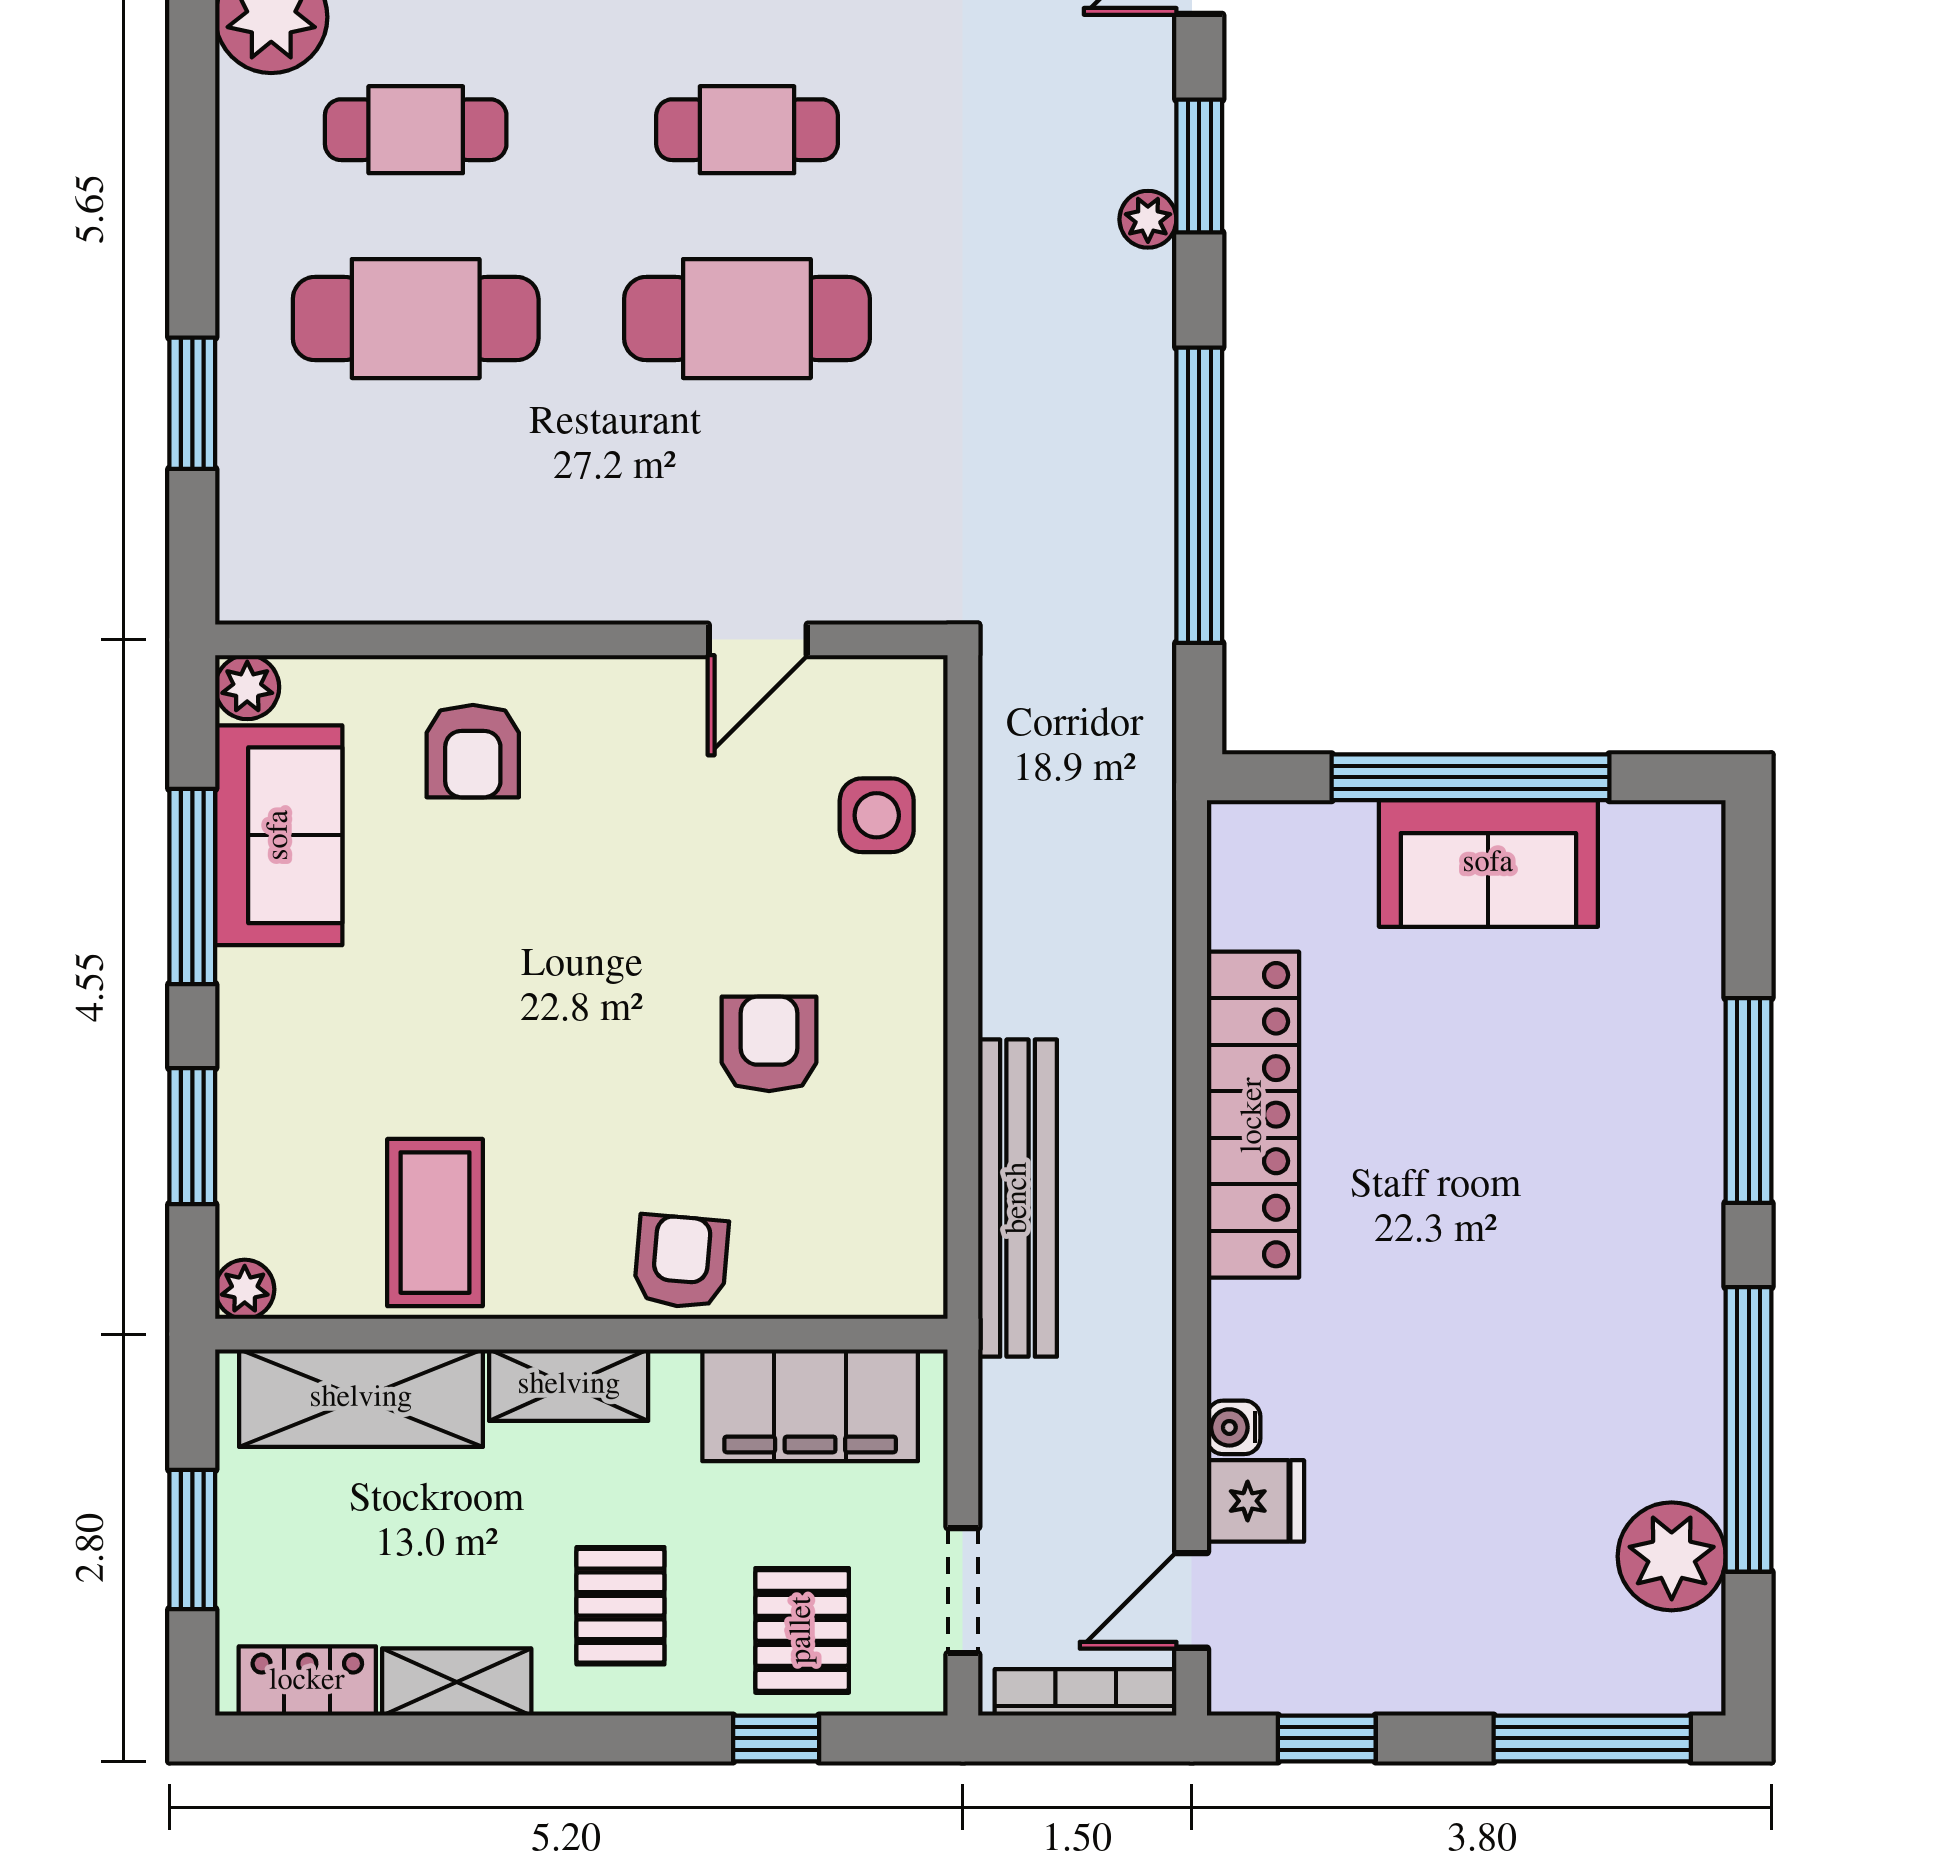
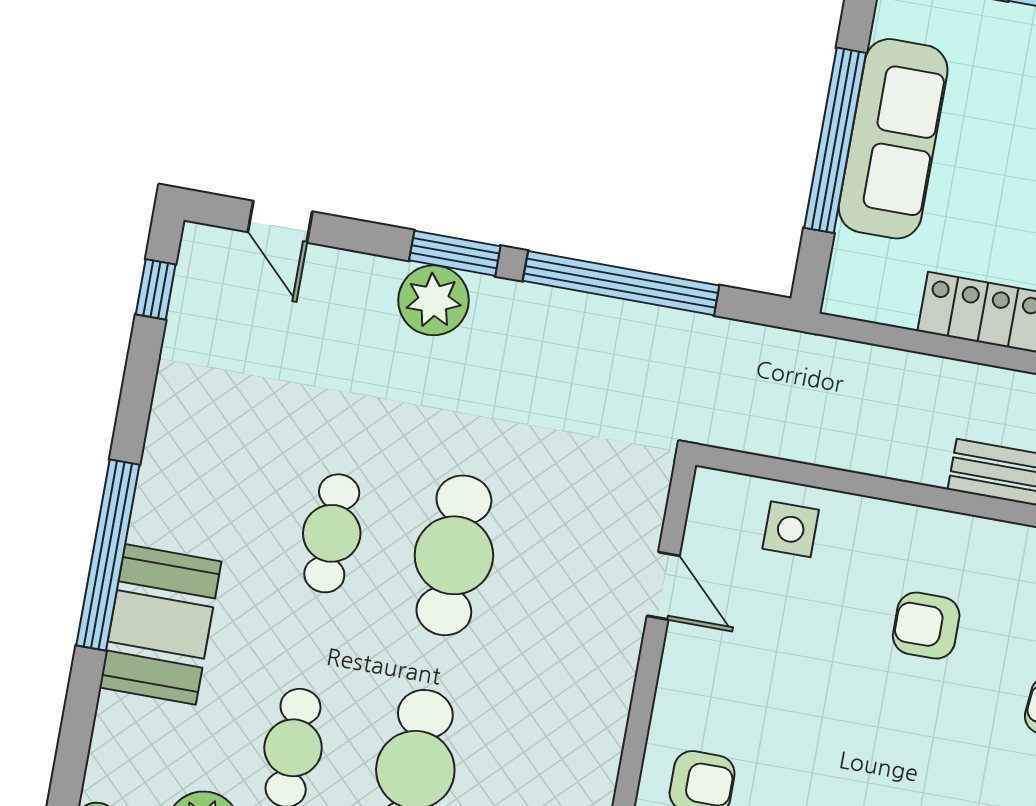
window: (1199, 166) -> (455, 253), moved
plant: (1148, 219) -> (433, 300), width x1.87, depth x1.87
sofa: (1488, 863) -> (893, 139), width x1.36

